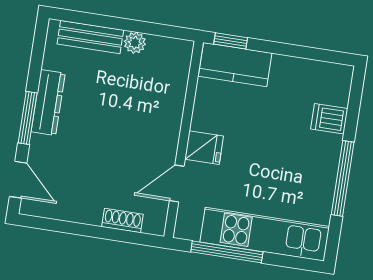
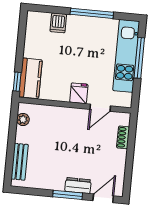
plant: (135, 43) -> (23, 119), moved
dresser: (48, 103) -> (78, 186), moved, width x0.70
door: (177, 183) -> (100, 108), hinge flipped
window: (227, 252) -> (139, 58), moved

